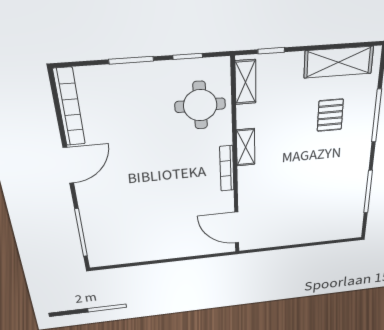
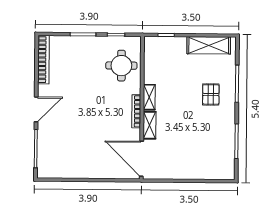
shelving: (246, 82) -> (149, 125), moved
pallet: (330, 115) -> (211, 94), moved
door: (68, 165) -> (36, 109), moved
door: (237, 228) -> (142, 159), width x1.36

